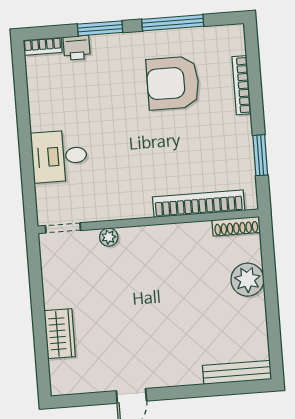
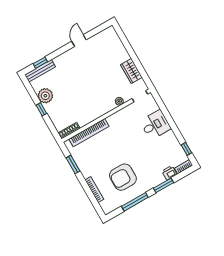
window: (20, 79) -> (186, 149), added
armchair: (173, 83) -> (123, 177), turned 180
plant: (247, 280) -> (45, 96), moved
window: (271, 295) -> (41, 109), added
wardrobe: (60, 334) -> (131, 71), moved
window: (229, 388) -> (40, 63), added

